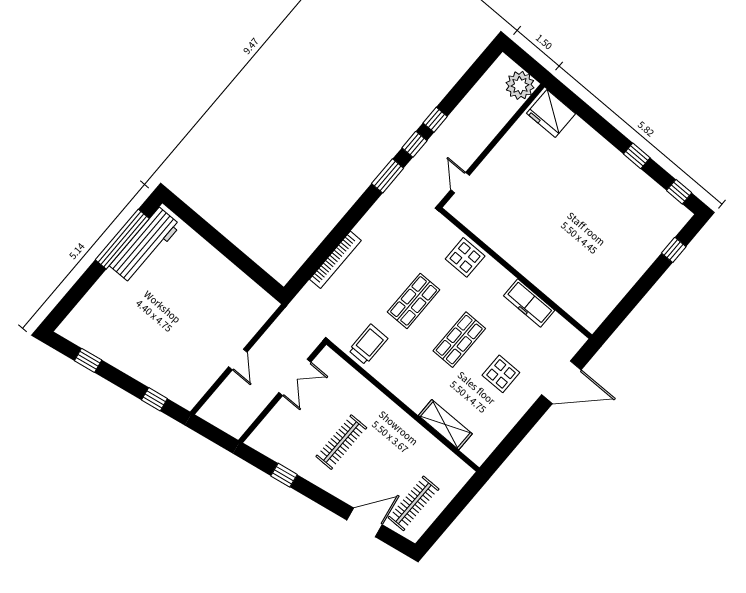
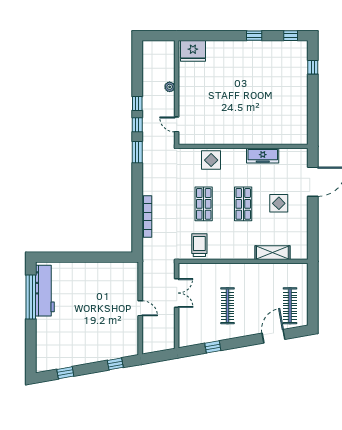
plant: (520, 85) -> (170, 87), moved, width x0.53, depth x0.53

